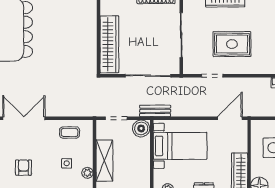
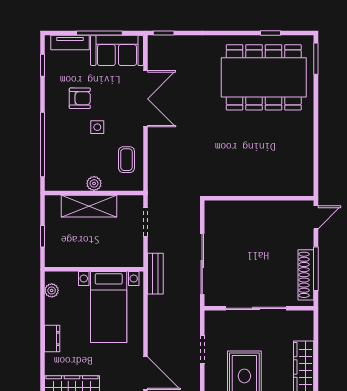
wardrobe: (109, 44) -> (244, 213), removed
boiler: (141, 128) -> (132, 255), removed
side table: (67, 163) -> (97, 127), moved
plant: (87, 173) -> (94, 183), moved

